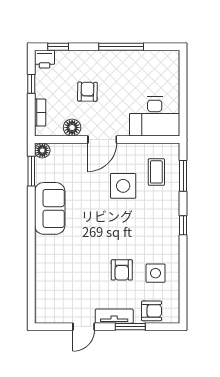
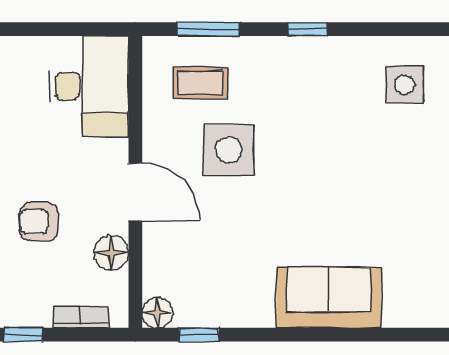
window: (31, 171) -> (199, 335), width x0.67
sofa: (50, 208) -> (329, 298), moved
armchair: (122, 270) -> (398, 152), removed

